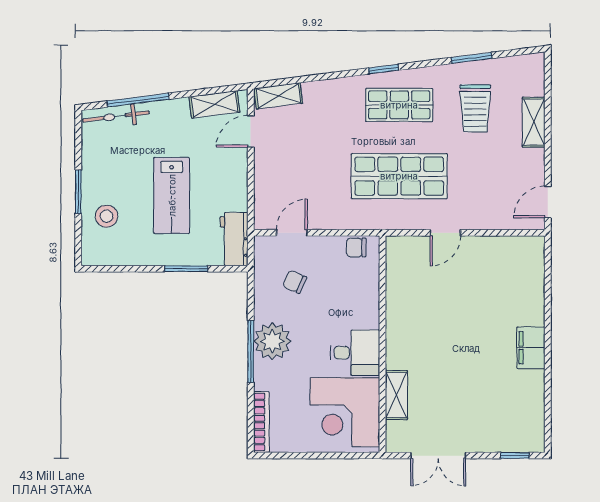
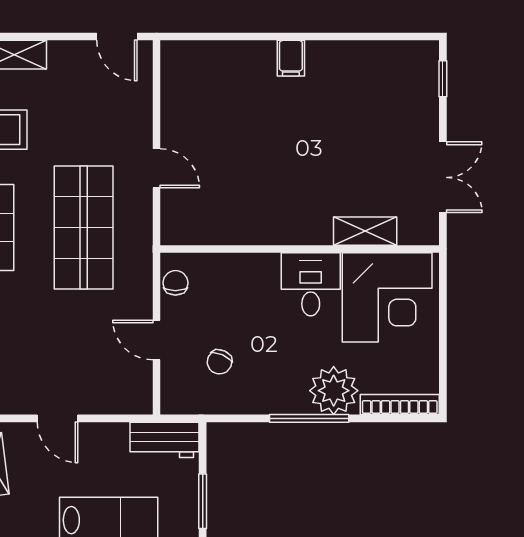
door: (251, 131) -> (58, 418), moved
door: (292, 233) -> (156, 340), moved
chair: (356, 248) -> (175, 283), turned 180
plant: (272, 341) -> (334, 391), moved
filing cabinet: (531, 348) -> (291, 58), width x0.50

